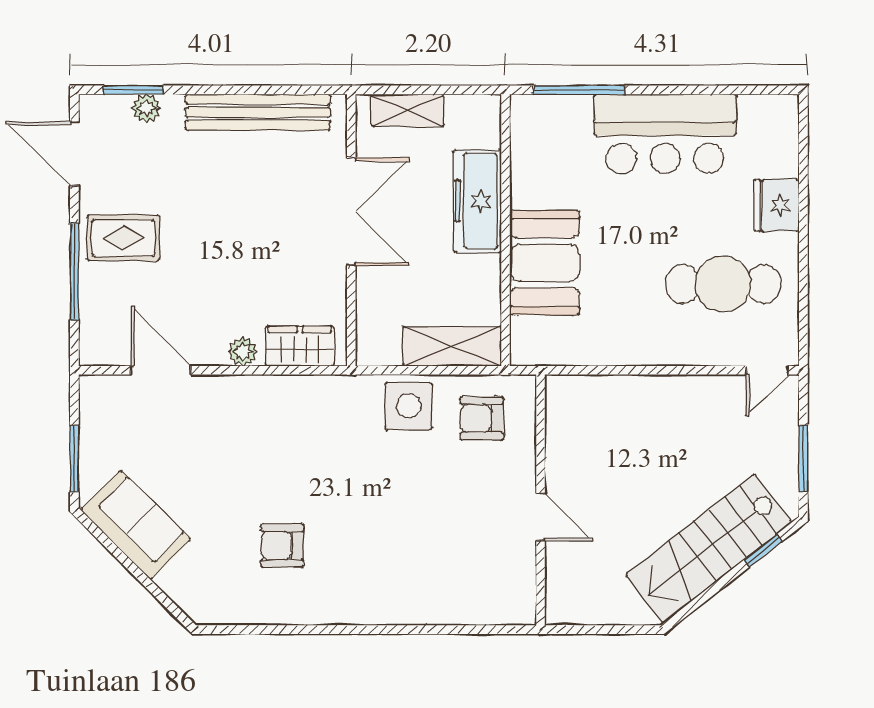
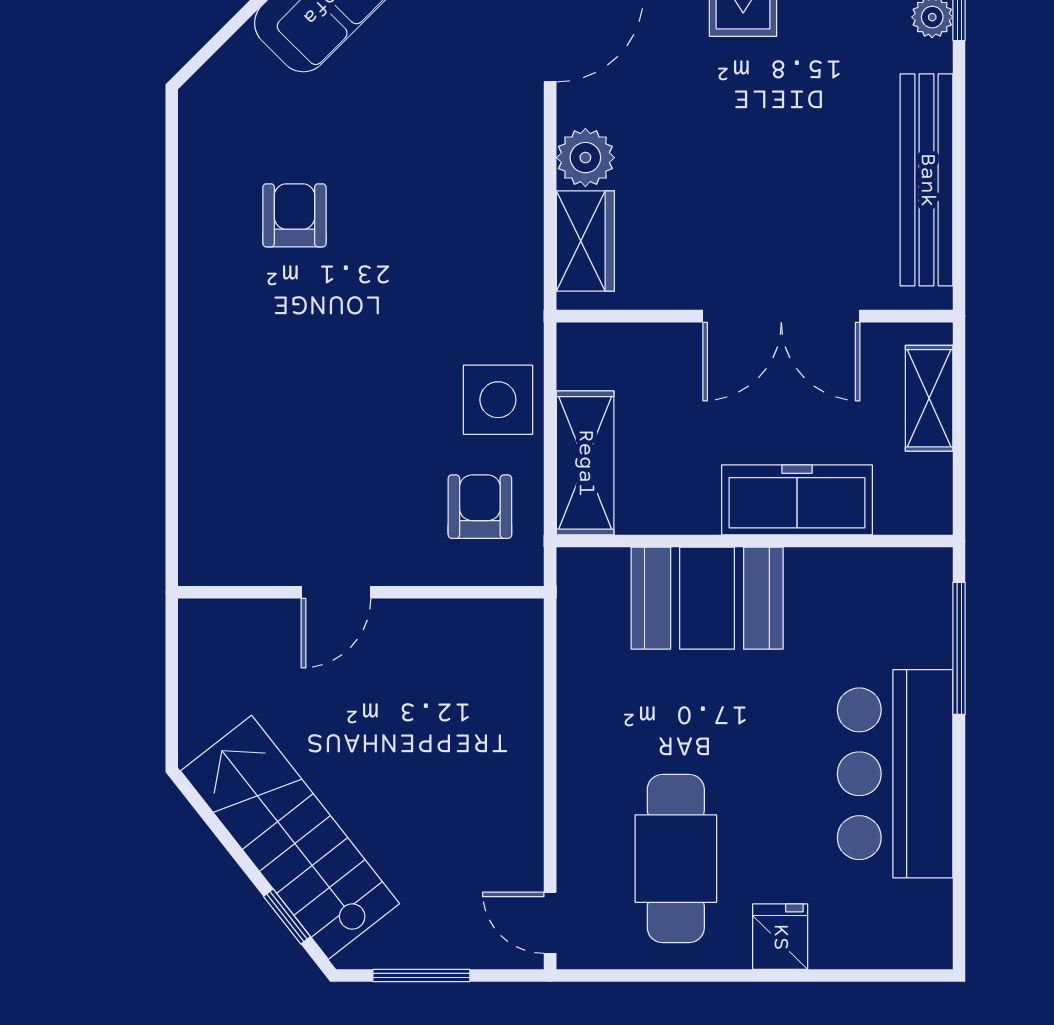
fridge: (777, 205) -> (780, 937), width x0.72
plant: (243, 352) -> (585, 158), width x1.38, depth x1.38

